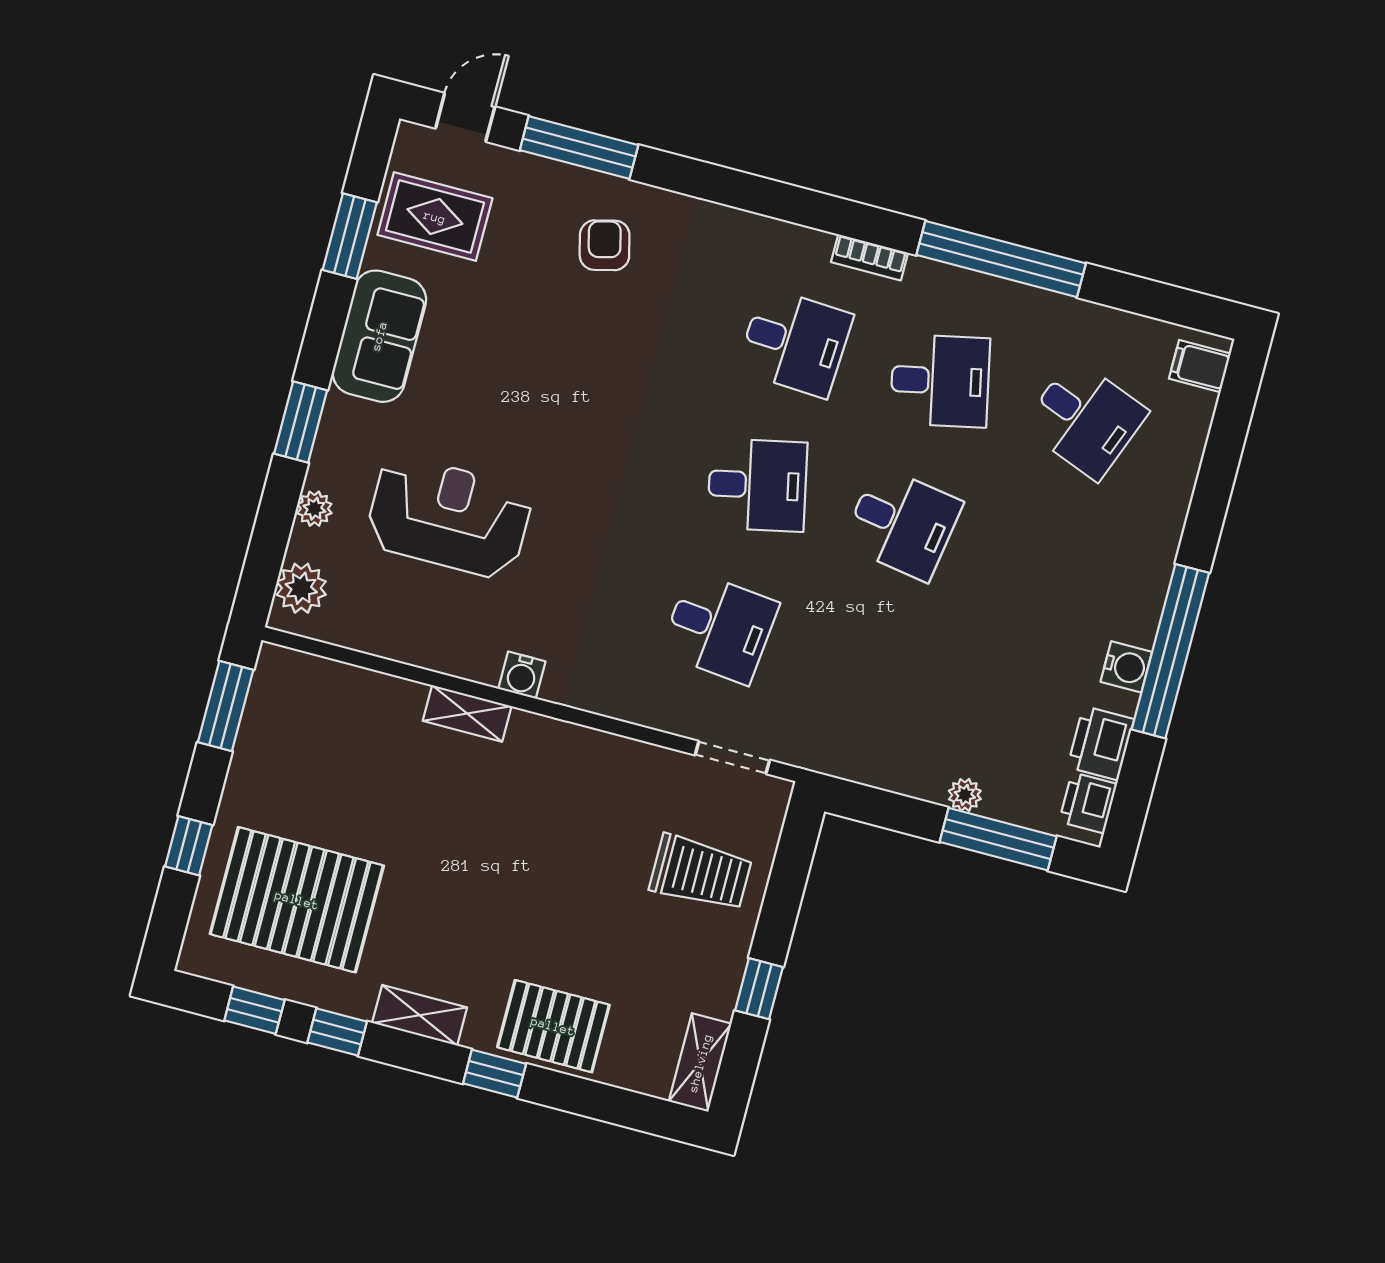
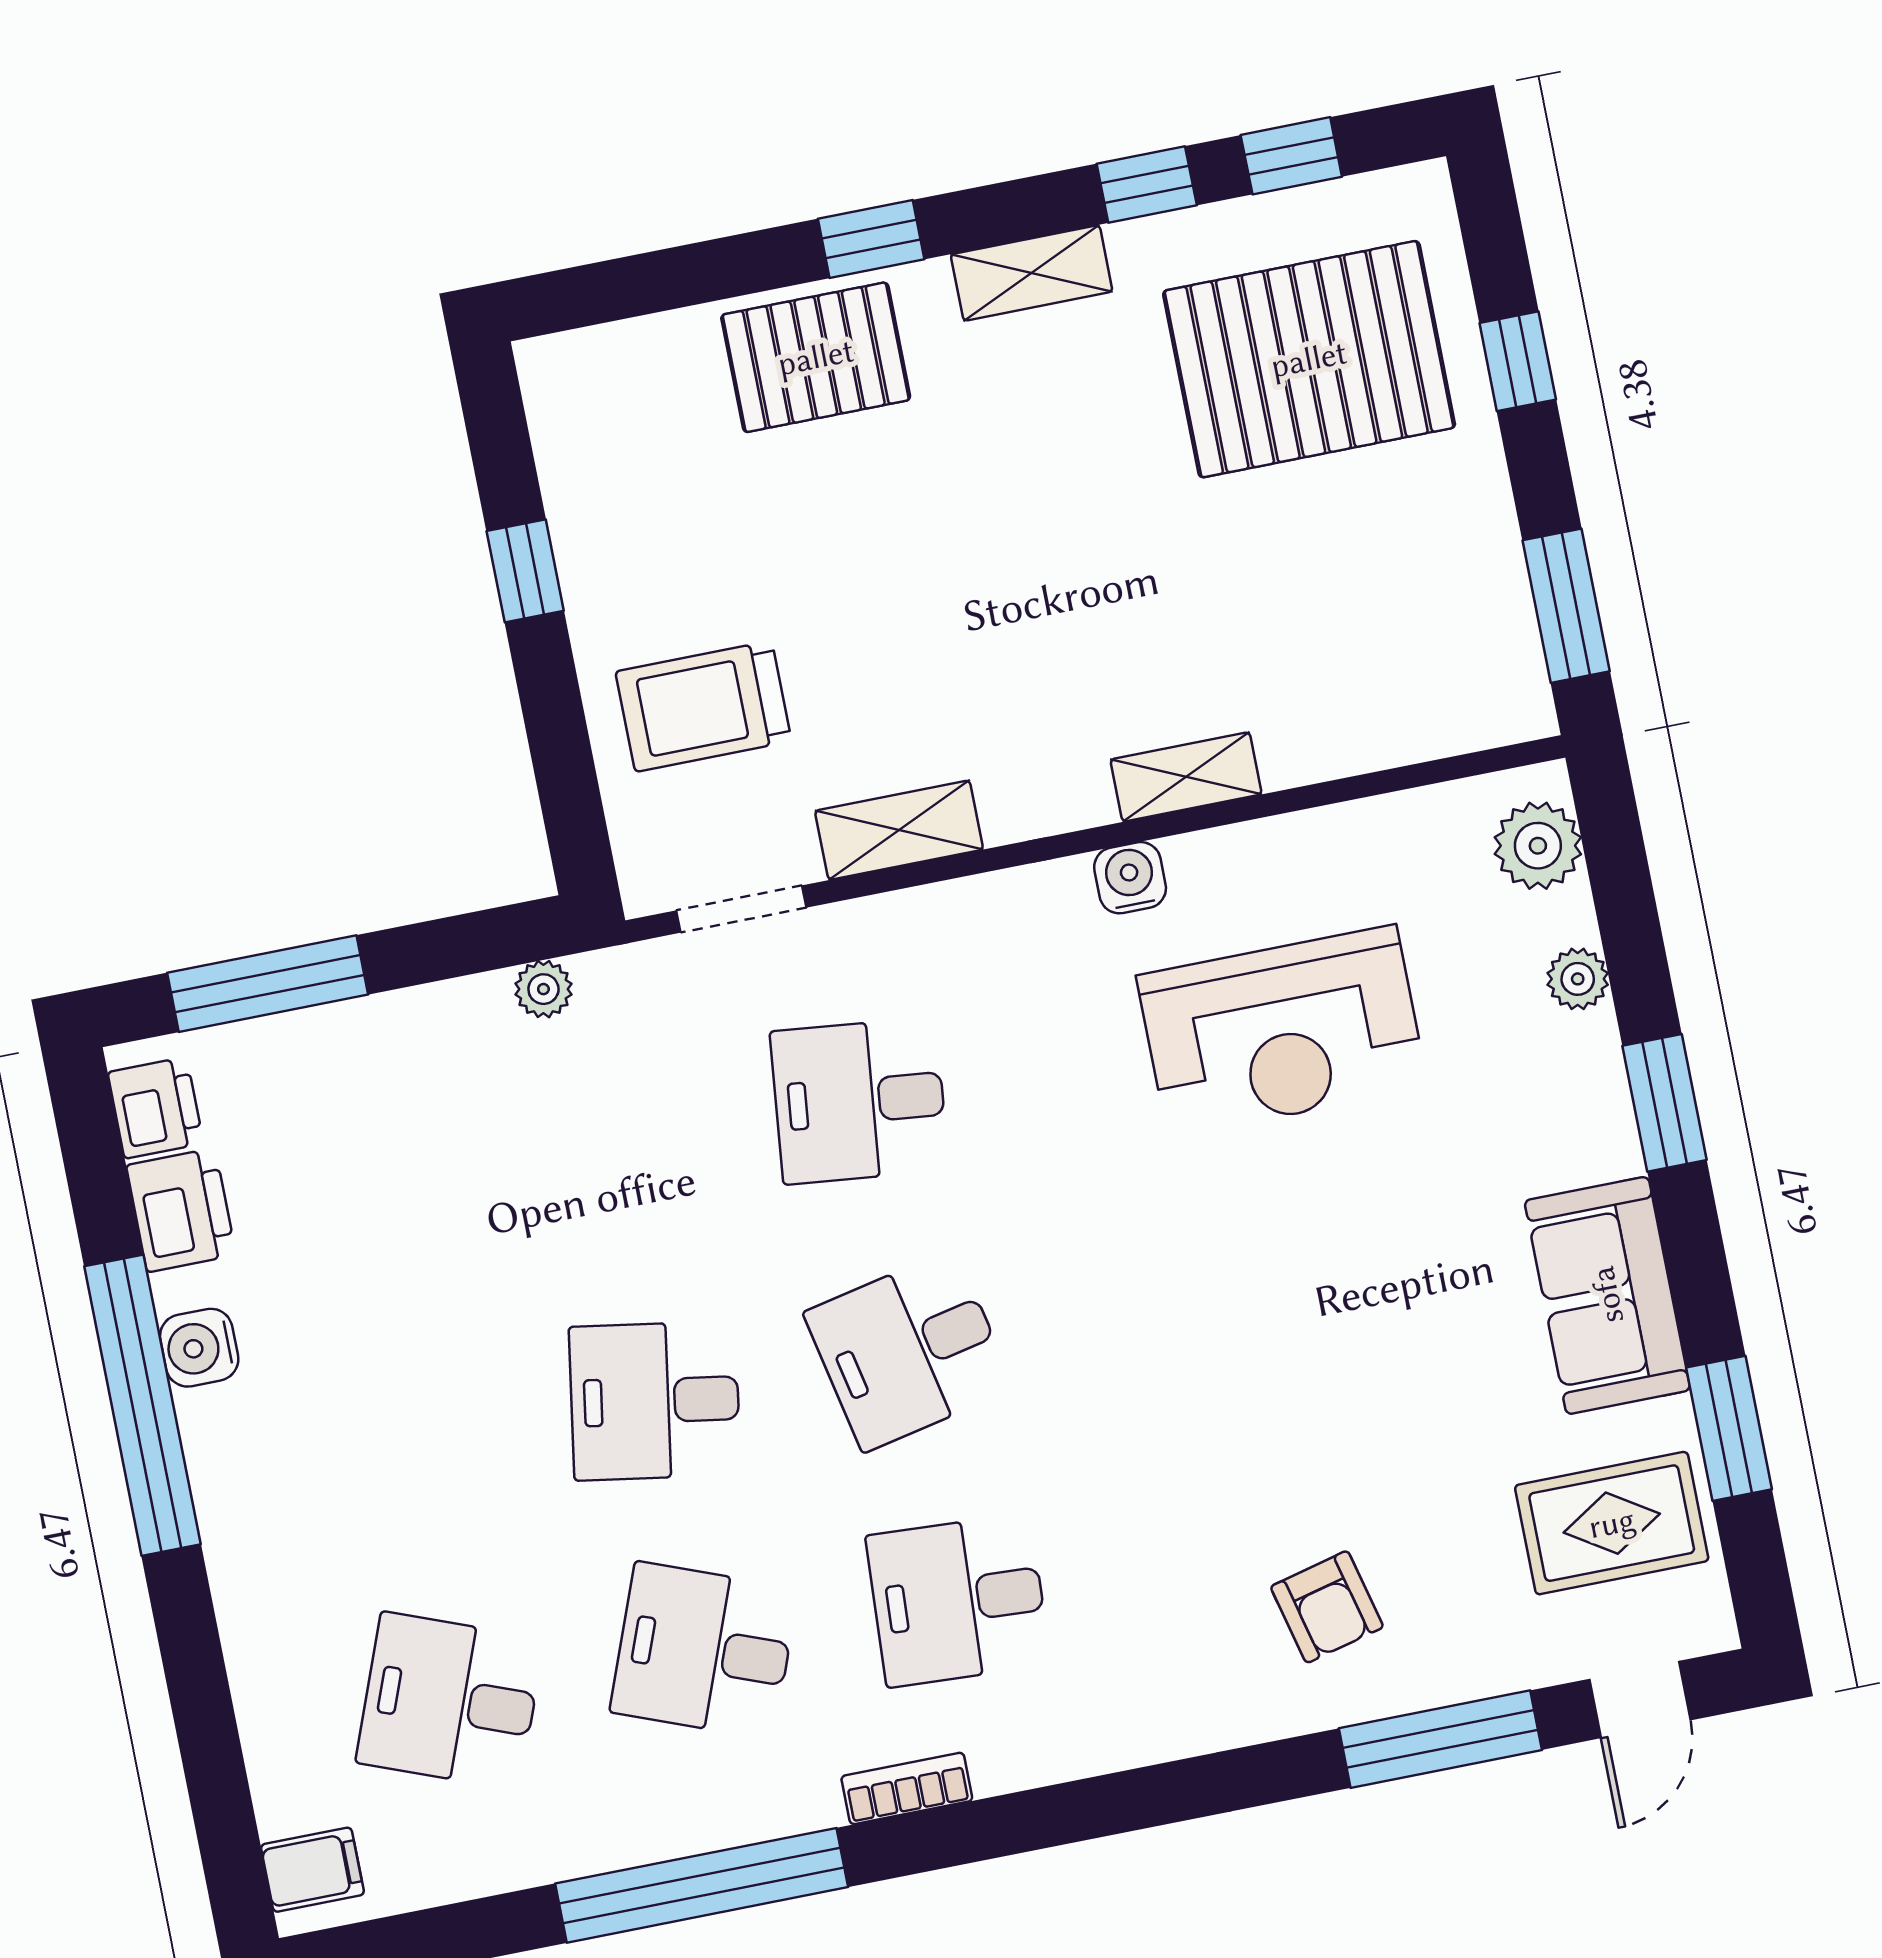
desk: (940, 381) -> (704, 1650), turned 33
reception desk: (449, 517) -> (1282, 1031), moved
plant: (965, 795) -> (543, 989), moved
shelving: (700, 1063) -> (899, 830), moved, turned 90

